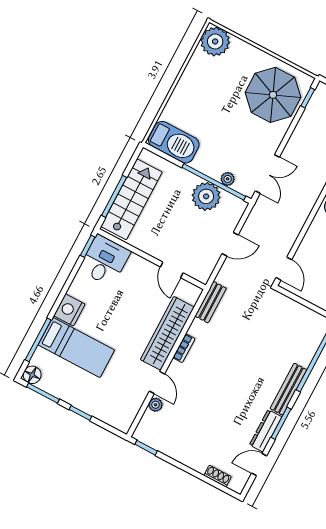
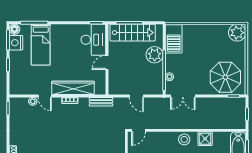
plant: (206, 196) -> (155, 55), moved
desk: (105, 261) -> (93, 40), width x1.37
door: (172, 270) -> (107, 63), moved
nightstand: (69, 310) -> (16, 43), moved, turned -90
door: (157, 383) -> (45, 96), hinge flipped

